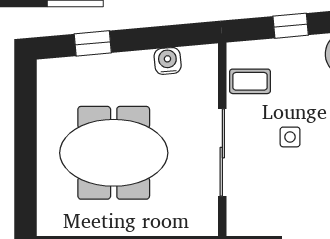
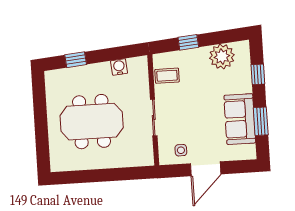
side table: (290, 137) -> (181, 150), moved
sliding door: (222, 153) -> (154, 118), width x0.73

